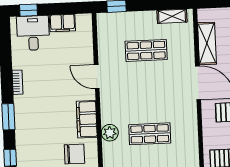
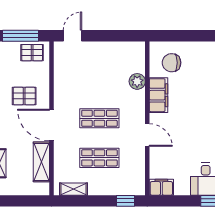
filing cabinet: (62, 23) -> (161, 187), moved
shop shelf: (150, 134) -> (99, 118), moved

